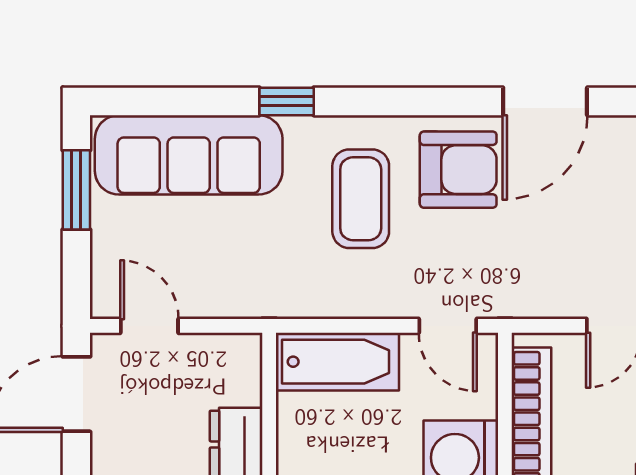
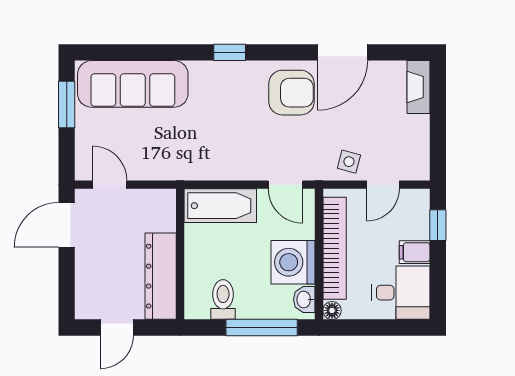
window: (287, 101) -> (230, 52), moved
coffee table: (361, 199) -> (234, 110), removed
side table: (556, 287) -> (349, 162), added

